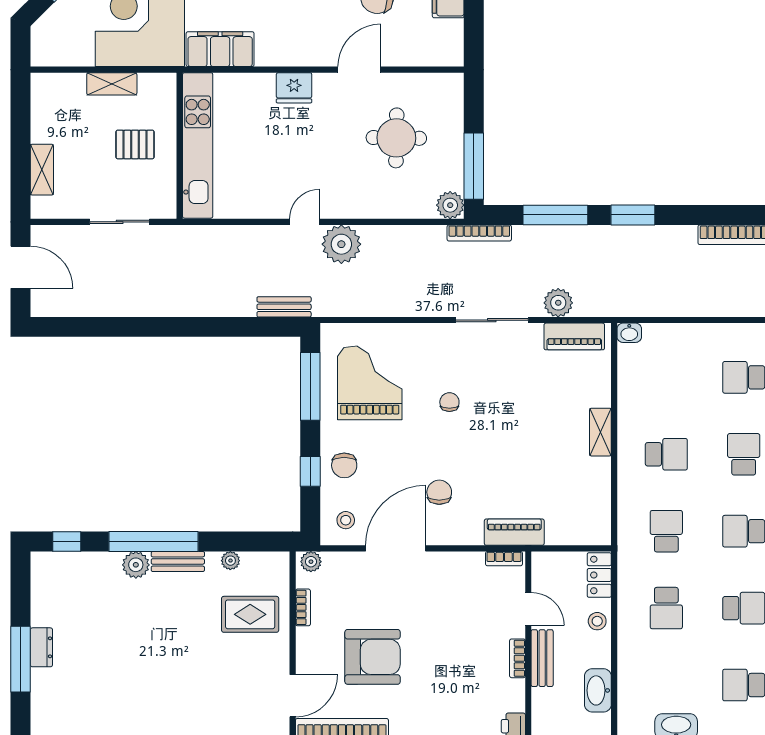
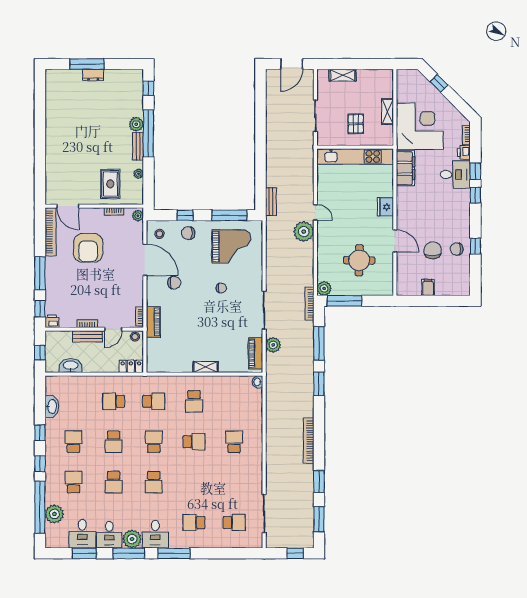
stool: (597, 621) -> (135, 337), moved

